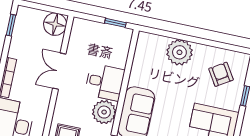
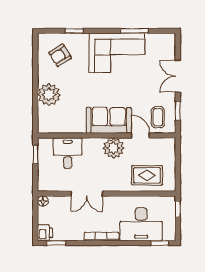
printer: (25, 15) -> (45, 233), added
floor lamp: (55, 24) -> (43, 201), width x0.53, depth x0.53
desk: (105, 82) -> (68, 153), moved

